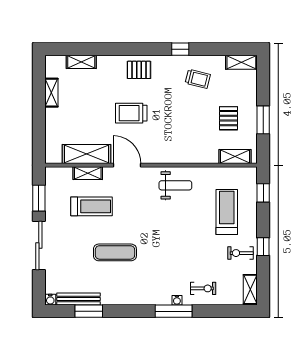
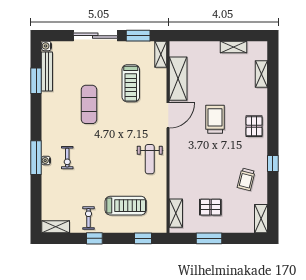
shelving: (88, 173) -> (161, 54), moved
exercise bike: (203, 288) -> (67, 158), moved

